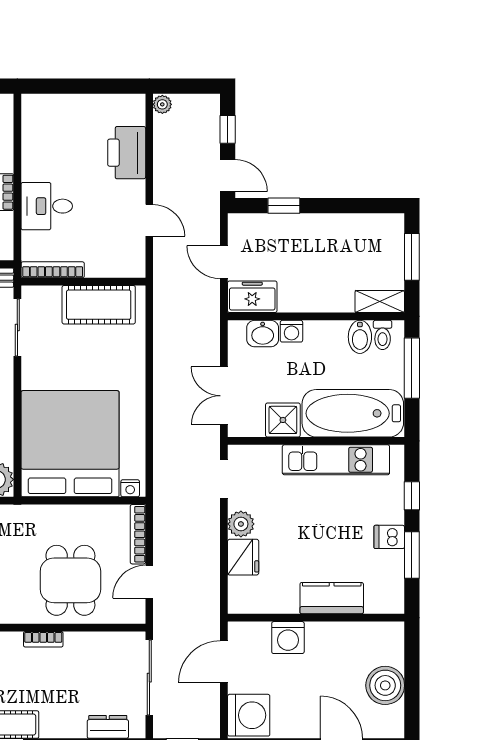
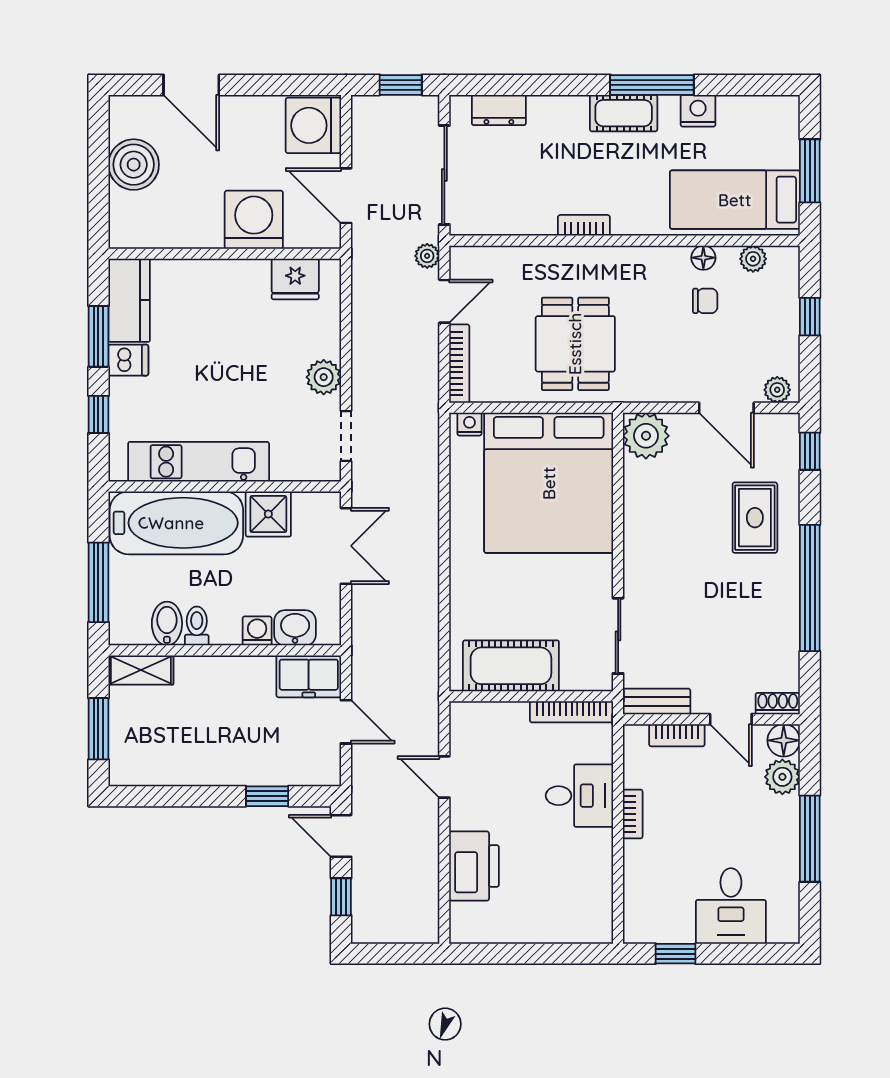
plant: (162, 104) -> (427, 256), moved
toilet: (383, 335) -> (197, 626), moved
fridge: (243, 557) -> (295, 279), moved, turned -90
dining table: (70, 580) -> (575, 344), moved
kitchen counter: (332, 598) -> (129, 300), moved, turned -90
washing machine: (288, 638) -> (254, 220), width x1.37, depth x1.37
door: (224, 662) -> (346, 196), swing flipped

